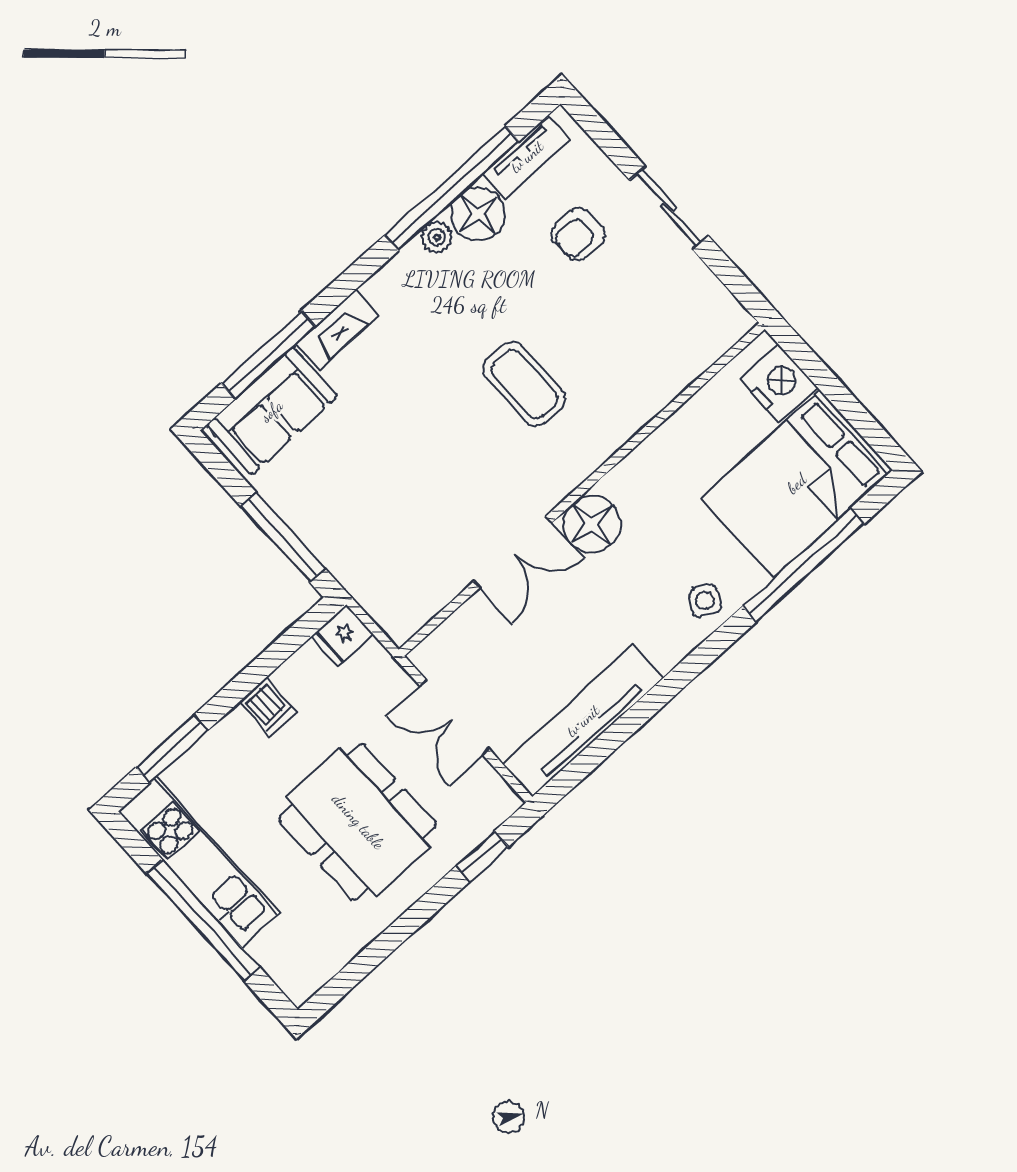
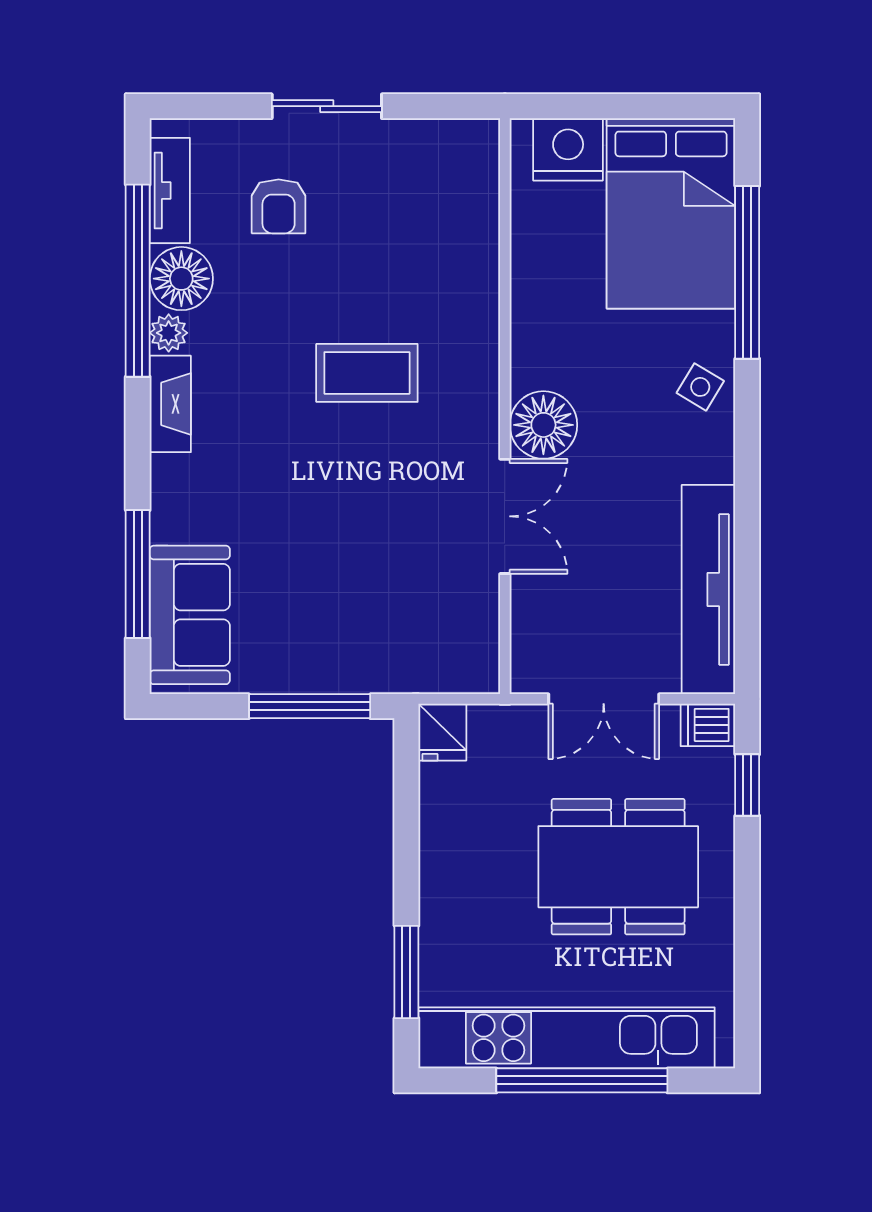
fireplace: (337, 329) -> (170, 404), moved
dishwasher: (268, 707) -> (708, 725), moved, turned 180
kitchen unit: (199, 862) -> (567, 1038), width x1.36

